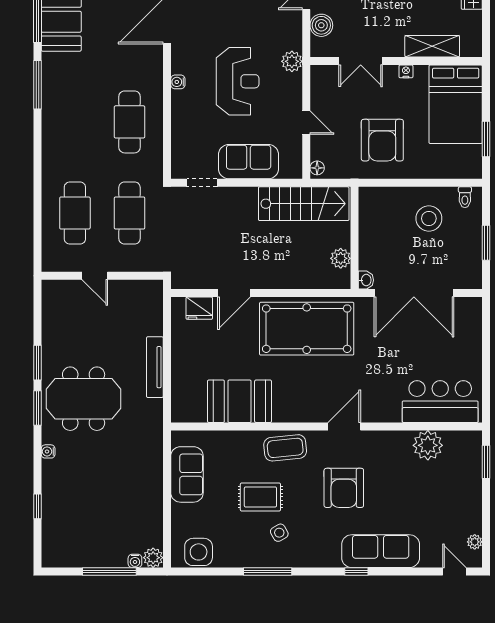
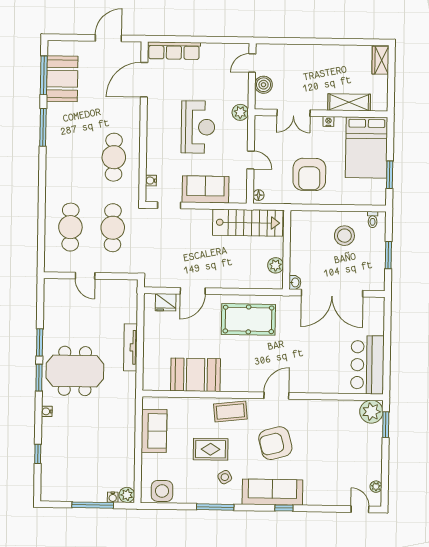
water cooler: (178, 82) -> (151, 181), moved
pool table: (307, 329) -> (248, 319), width x0.73, depth x0.76
bar counter: (440, 402) -> (367, 365), moved, turned -90
plant: (428, 445) -> (371, 412), moved
armchair: (344, 488) -> (275, 443), turned 75
sofa: (381, 551) -> (272, 492), moved

